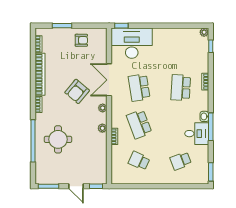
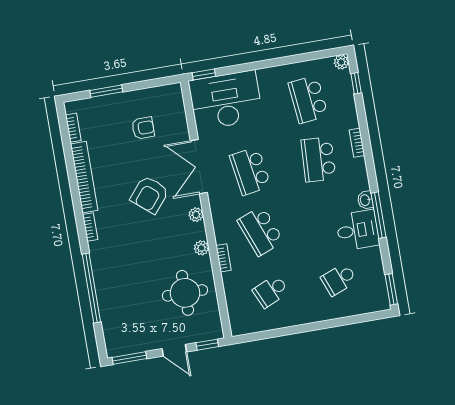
armchair: (81, 40) -> (143, 128), moved
school desk: (181, 51) -> (308, 99), added
round table: (58, 139) -> (185, 293), moved
school desk: (139, 161) -> (271, 291), turned -48

